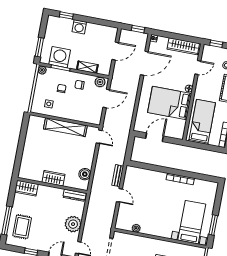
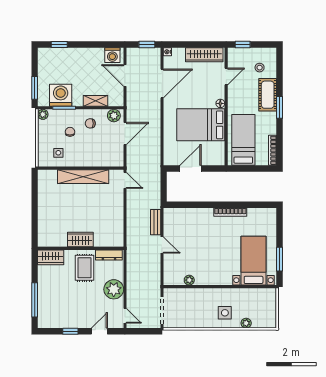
washing machine: (79, 27) -> (112, 55), moved
door: (115, 51) -> (125, 76), swing flipped
boiler: (85, 174) -> (116, 228), removed
rug: (22, 227) -> (84, 268), moved

